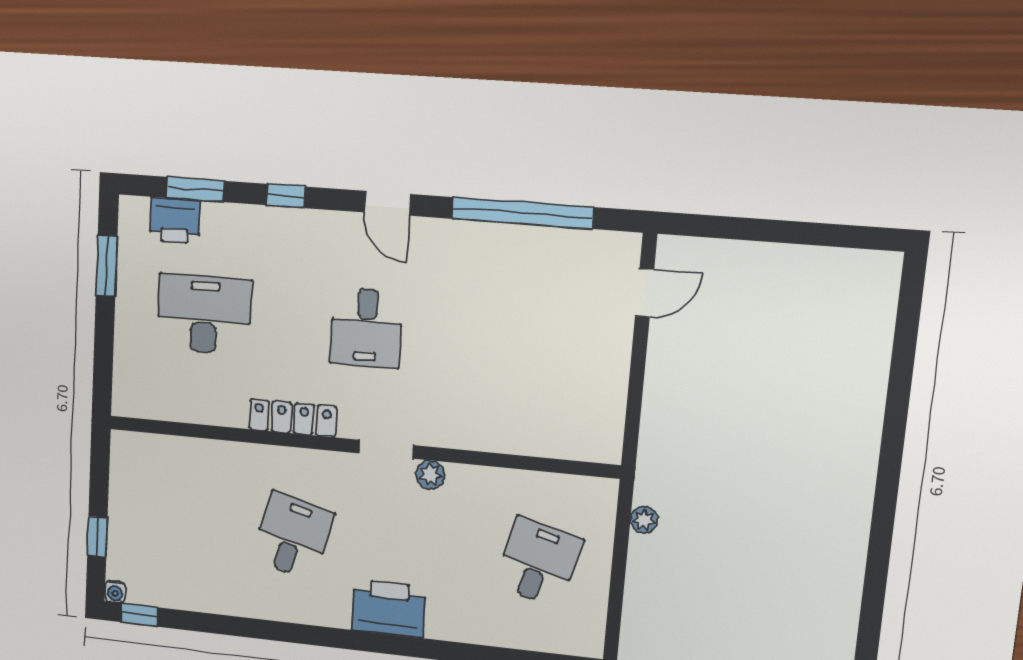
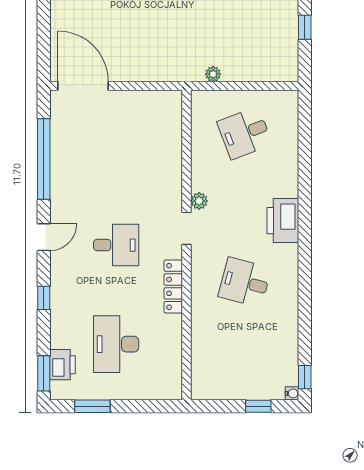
window: (195, 189) -> (44, 373), moved
door: (645, 293) -> (83, 86), width x1.88
desk: (538, 562) -> (245, 133), turned -36

